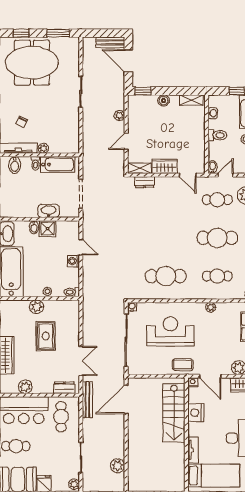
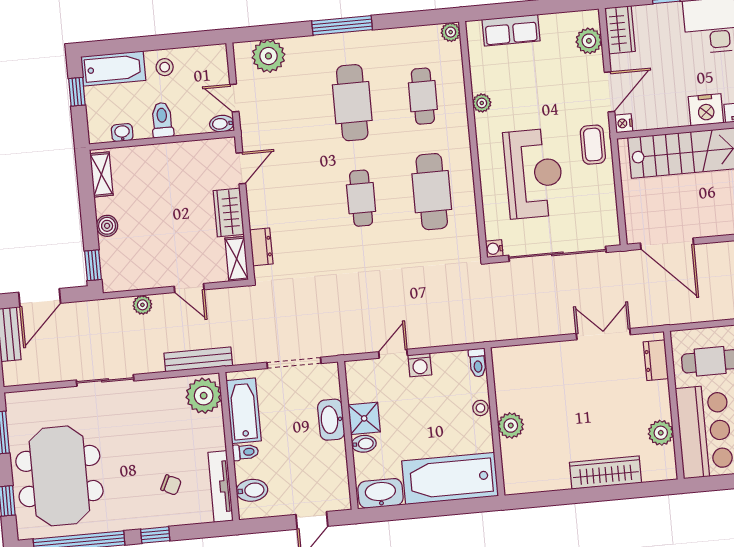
plant: (43, 148) -> (204, 396), moved, width x1.87, depth x1.87
cafe table: (217, 200) -> (361, 198), moved
reception desk: (170, 332) -> (534, 173), turned 180
rug: (46, 336) -> (564, 403), removed
bench: (87, 400) -> (198, 359), moved
nightstand: (196, 413) -> (706, 110), moved

